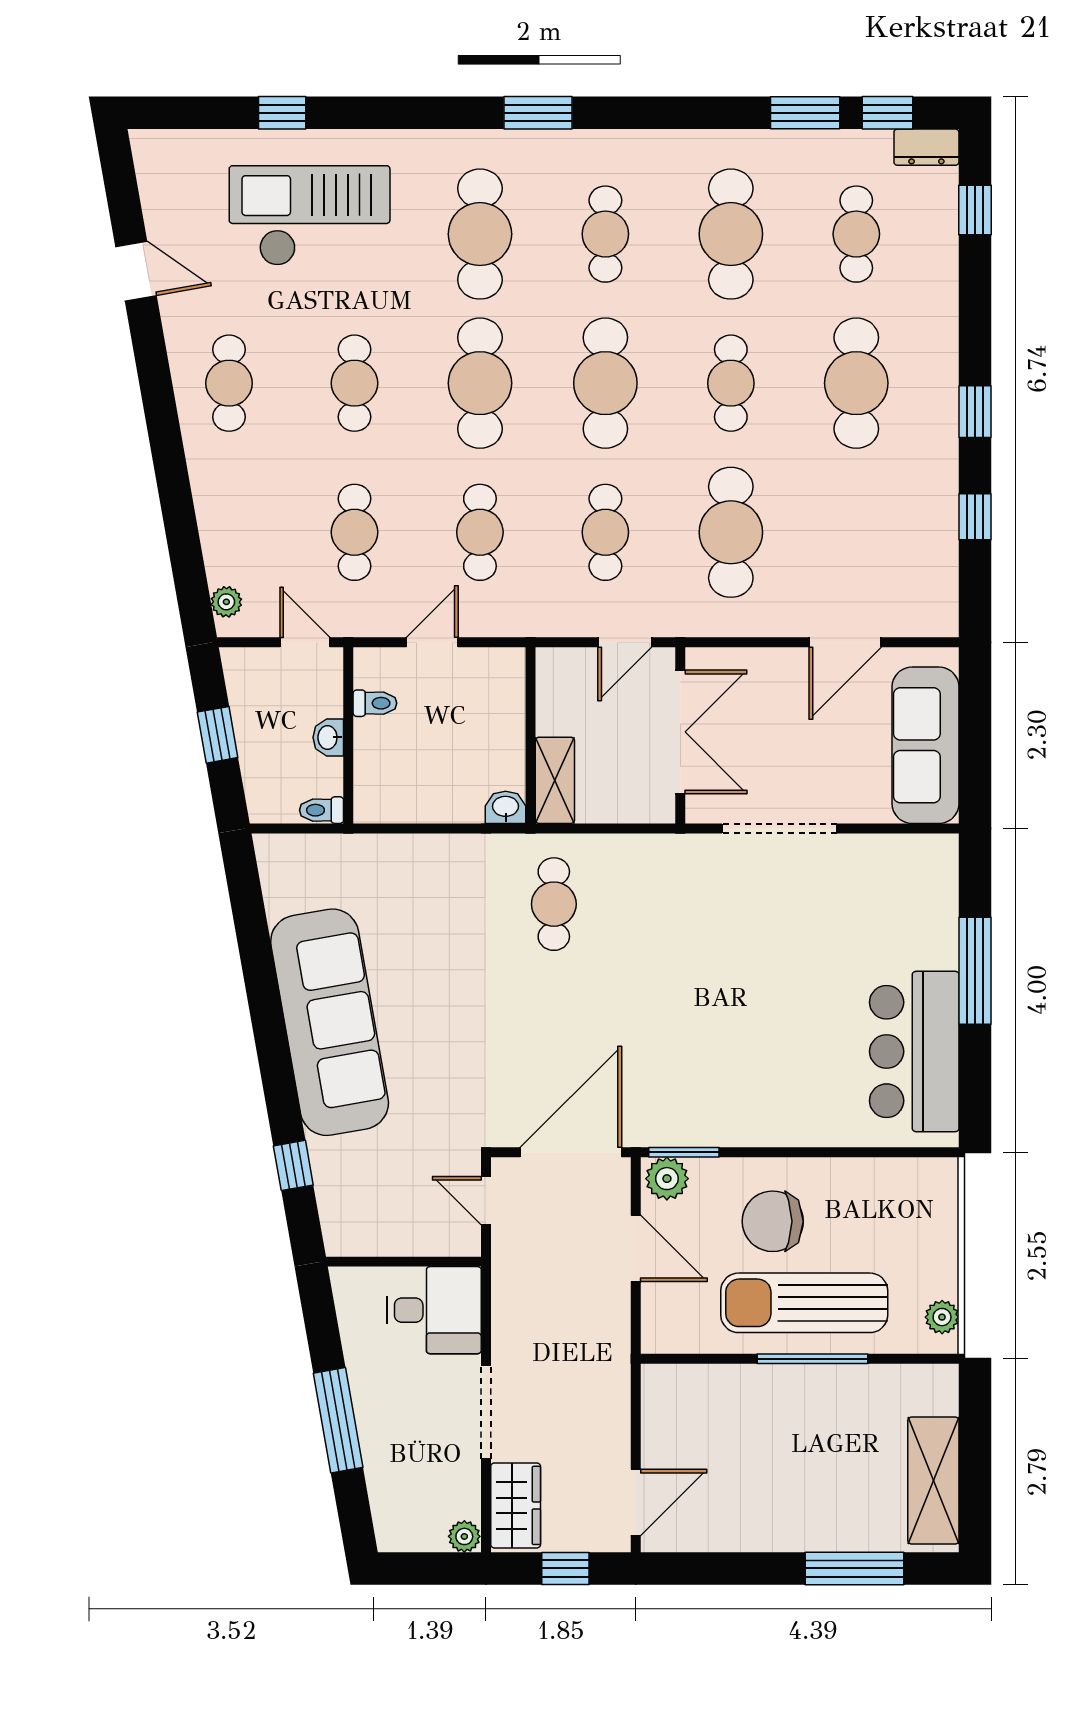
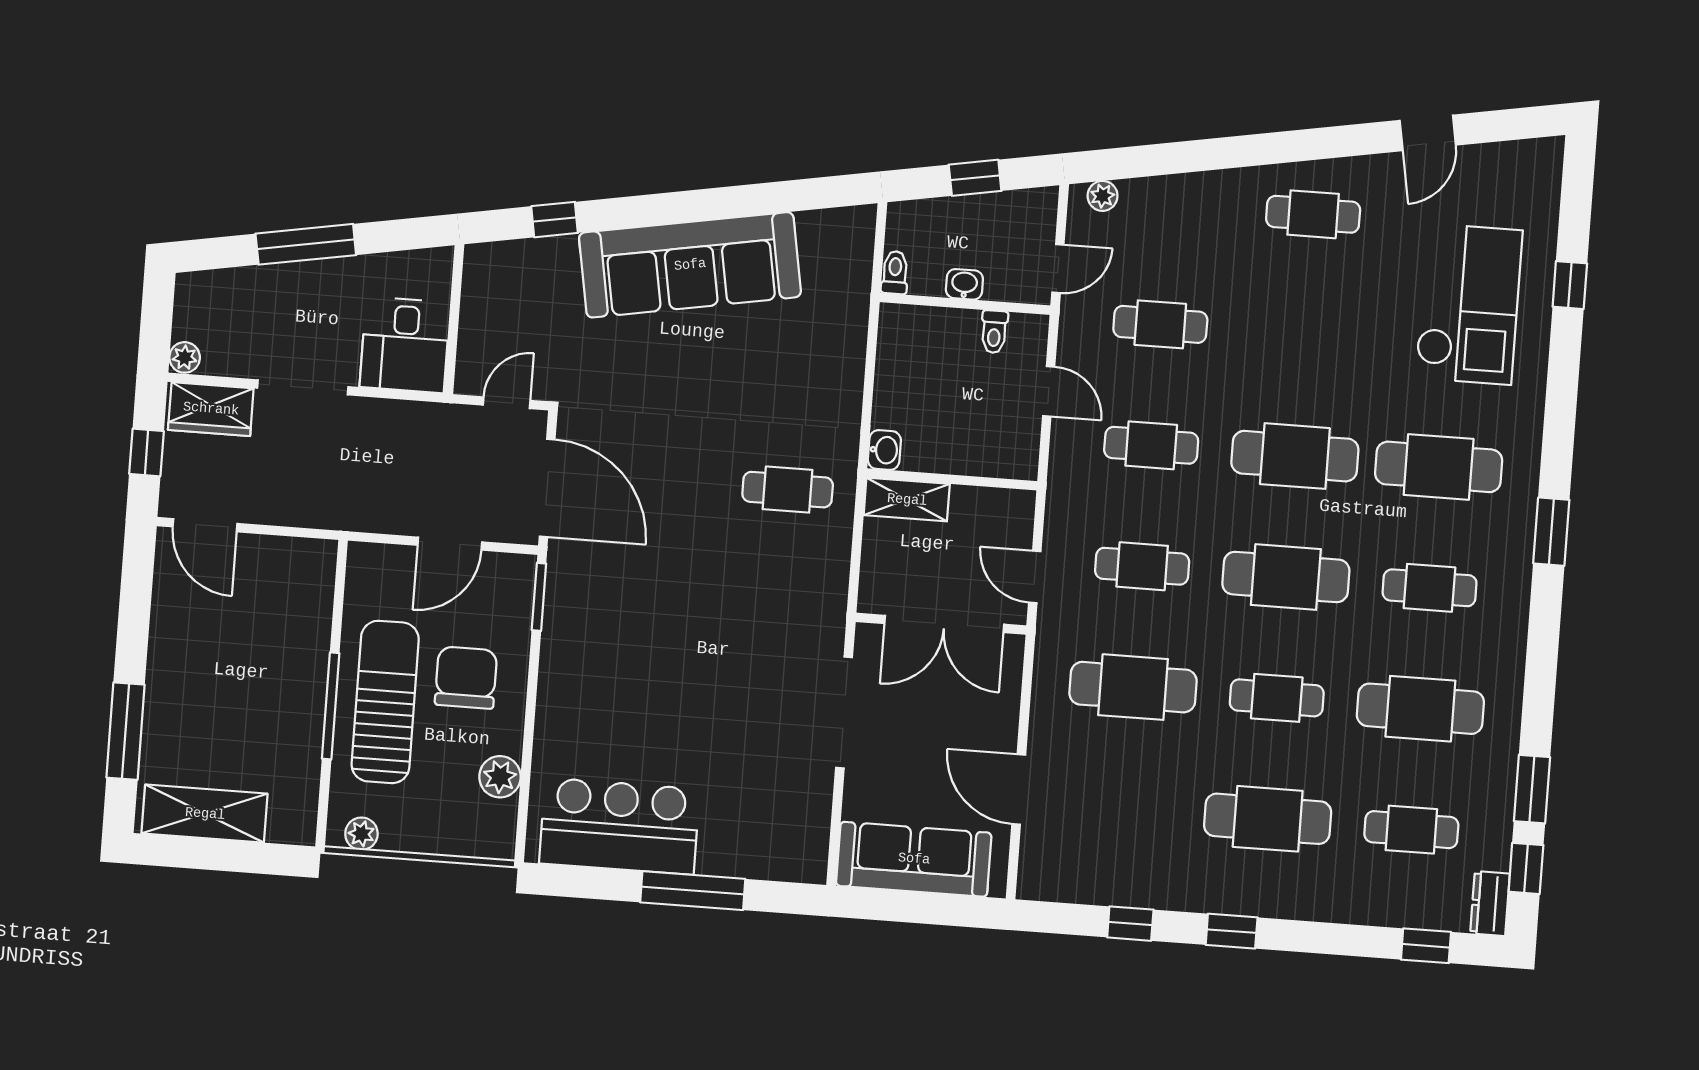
cafe table: (354, 383) -> (1304, 335), removed
plant: (667, 1179) -> (500, 777), moved

